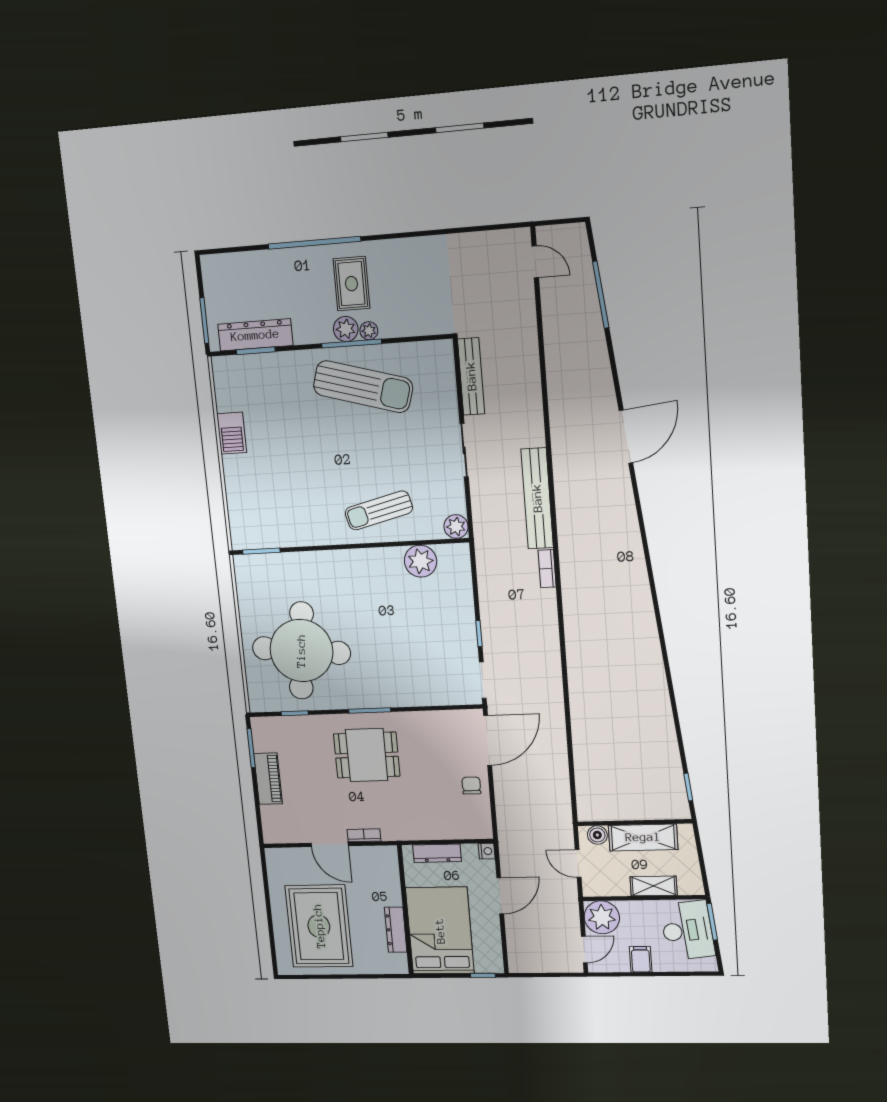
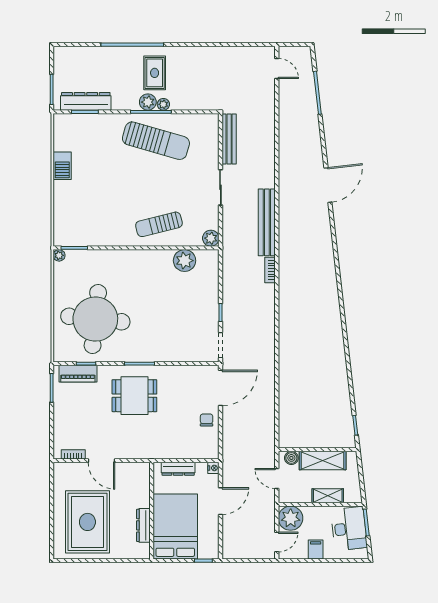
plant: (241, 563) -> (59, 255), added
piano: (268, 779) -> (78, 374), moved, turned 90
bookcase: (364, 835) -> (73, 454), moved

